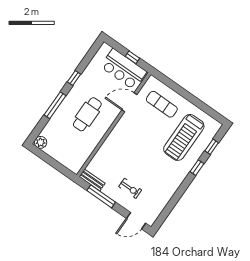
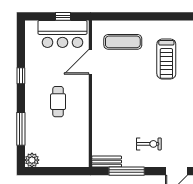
window: (55, 105) -> (21, 129), moved
cafe table: (87, 114) -> (58, 102), width x0.73, depth x0.74
treadmill: (184, 137) -> (166, 59), width x0.73, depth x0.73

